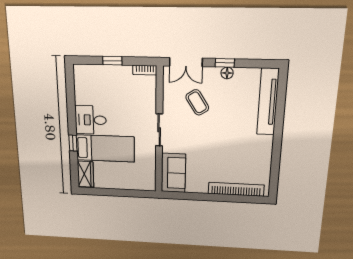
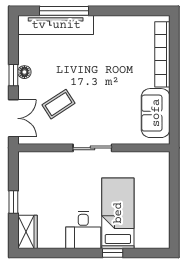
bookcase: (145, 70) -> (23, 165), removed
window: (280, 110) -> (64, 11), added
sofa: (173, 173) -> (156, 113), moved, turned -90
wardrobe: (86, 174) -> (28, 232), moved, turned 90

